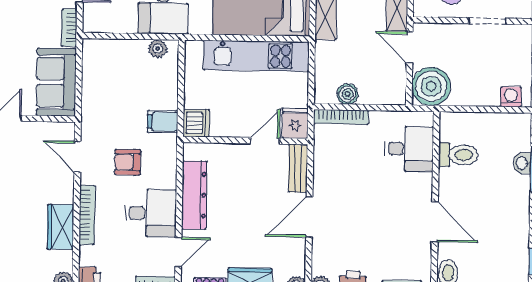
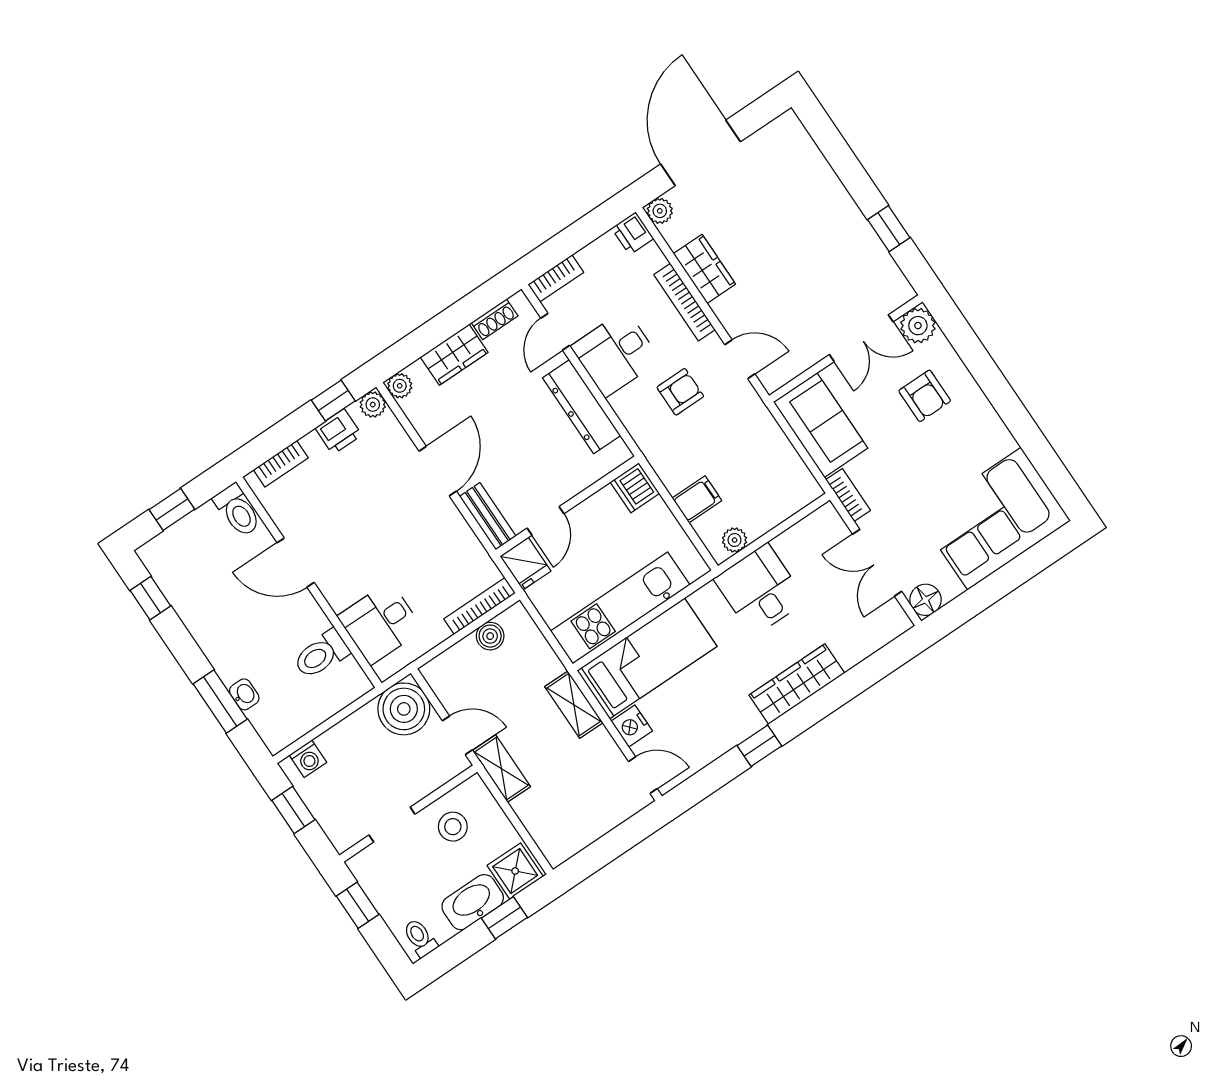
filing cabinet: (163, 122) -> (697, 499), moved

